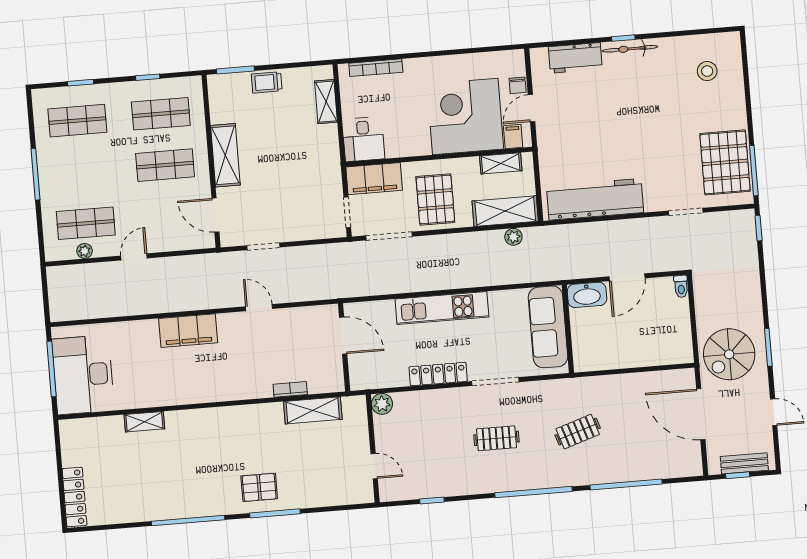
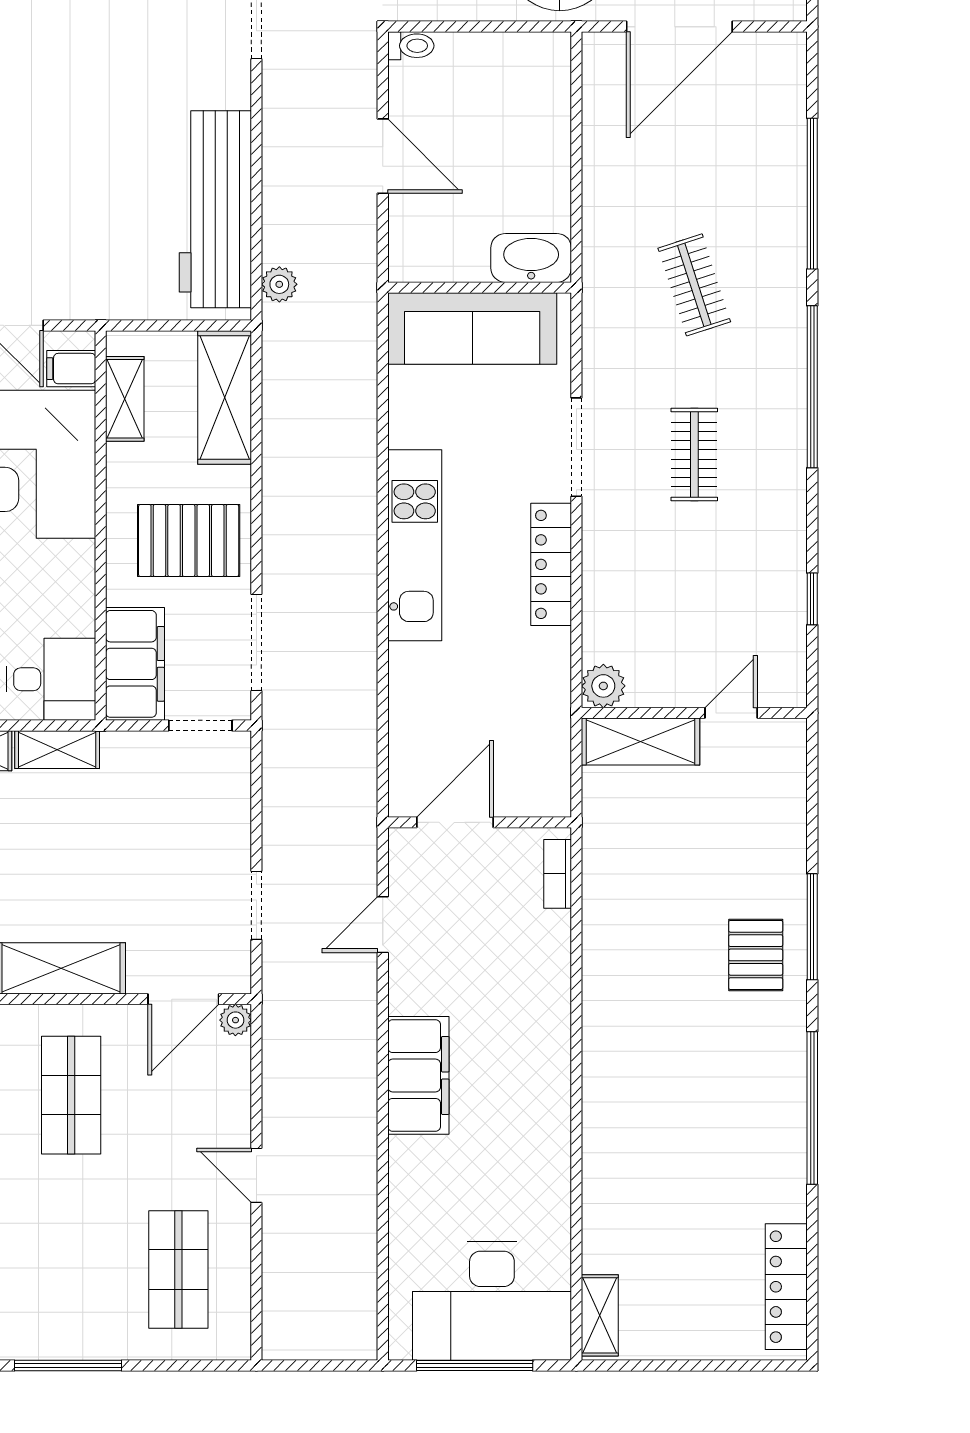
shelving: (330, 145) -> (57, 750), added
plant: (513, 237) -> (279, 284), moved
plant: (85, 251) -> (235, 1020), moved
washbasin: (587, 295) -> (531, 258), moved, turned -90
door: (343, 336) -> (455, 822), moved
wall: (344, 347) -> (480, 822), moved
shelving: (313, 410) -> (641, 742), moved, turned 90
shelving: (144, 422) -> (600, 1315), moved
locker: (75, 497) -> (786, 1287), moved, turned -90

